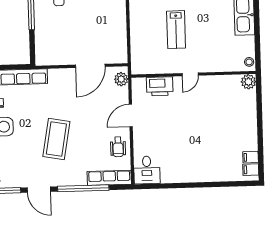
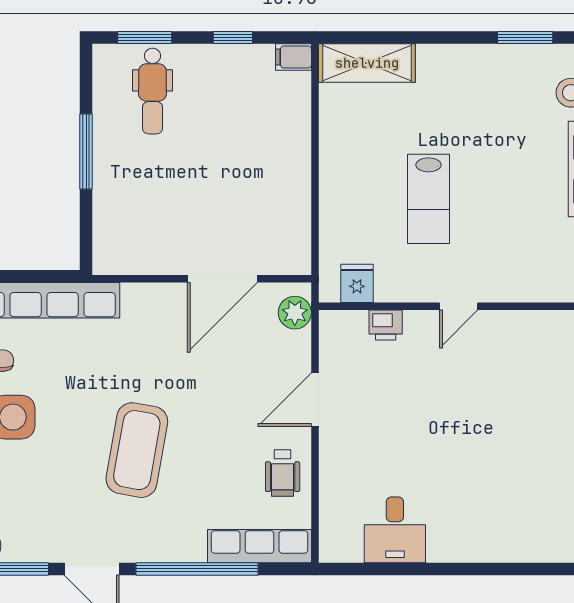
fridge: (147, 66) -> (357, 283), added
printer: (160, 86) -> (386, 325), width x0.53, depth x0.68
desk: (147, 170) -> (395, 530), moved

